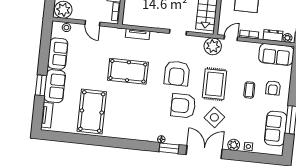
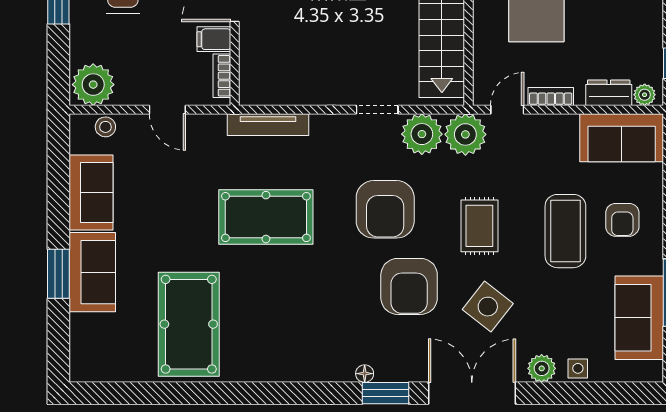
tv unit: (138, 34) -> (268, 125), width x1.41
plant: (195, 44) -> (422, 134), added
rug: (214, 84) -> (479, 226), width x0.73, depth x0.70
coffee table: (249, 90) -> (565, 231), width x1.86, depth x1.72
armchair: (183, 106) -> (409, 286), turned -90
tv unit: (47, 115) -> (81, 345), removed

